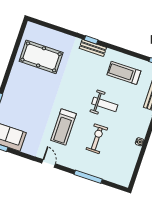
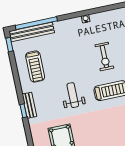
weight bench: (105, 104) -> (73, 95), moved
exercise bike: (97, 139) -> (104, 57), turned -90

